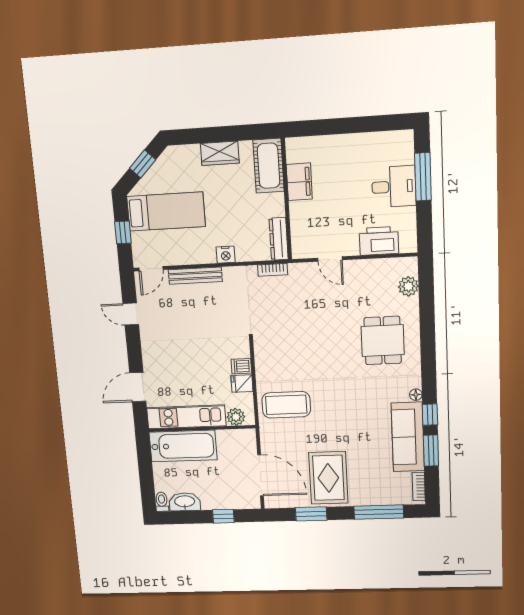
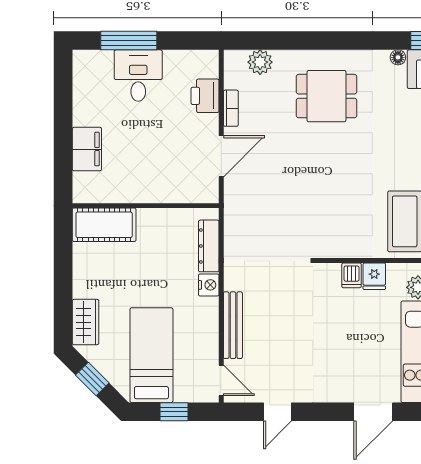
wardrobe: (220, 153) -> (86, 322), moved
filing cabinet: (299, 182) -> (87, 149), moved, turned 90
dresser: (279, 239) -> (209, 246), moved, turned 90
printer: (379, 241) -> (205, 96), width x0.73, depth x0.84
door: (330, 259) -> (221, 156), width x1.38
bookcase: (273, 270) -> (231, 108), moved
door: (138, 387) -> (373, 412), hinge flipped

